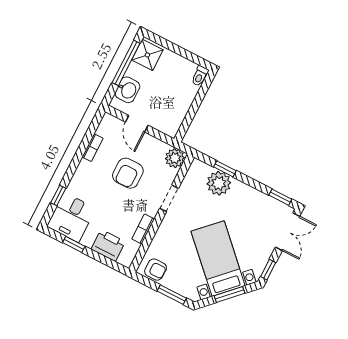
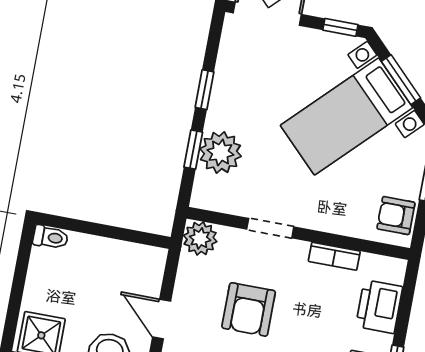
door: (137, 124) -> (162, 319), swing flipped
armchair: (128, 173) -> (249, 309), turned 90
window: (280, 197) -> (205, 90), moved
armchair: (156, 270) -> (396, 216), turned -90

